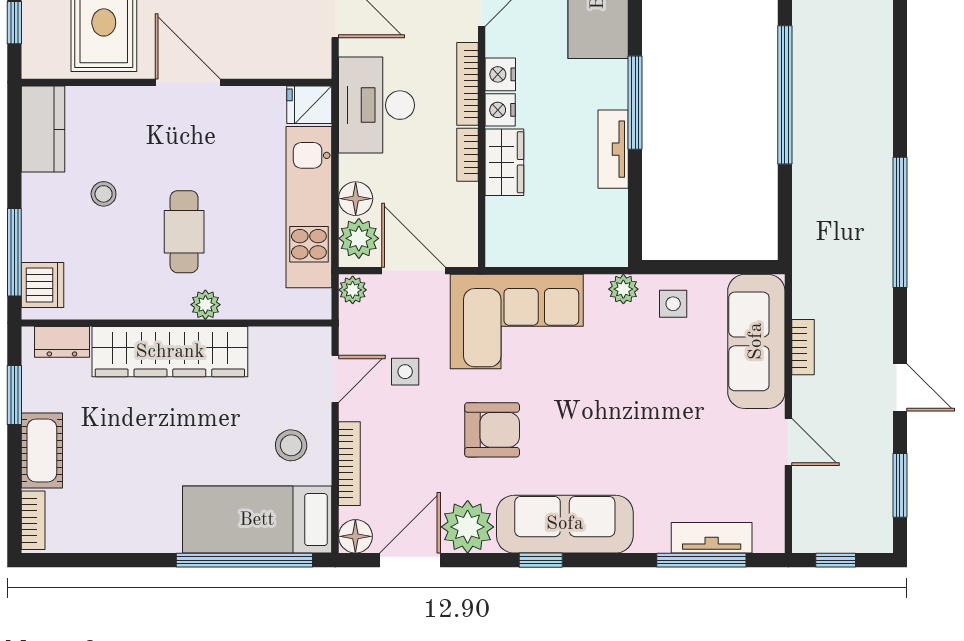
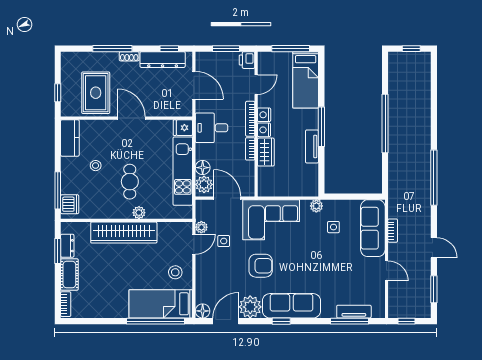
desk: (377, 105) -> (212, 128), width x0.73
plant: (353, 290) -> (201, 227), moved
side table: (673, 304) -> (333, 227), moved
dresser: (62, 342) -> (67, 246), moved, turned -90
bookcase: (349, 464) -> (200, 280), removed

